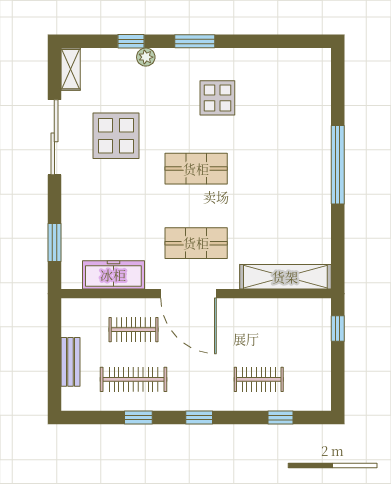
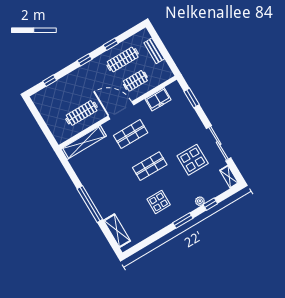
shelving: (318, 91) -> (117, 231), added
freezer: (113, 275) -> (158, 99), width x0.71
window: (338, 329) -> (48, 134), removed
clothes rail: (259, 379) -> (82, 113), moved, width x1.36

